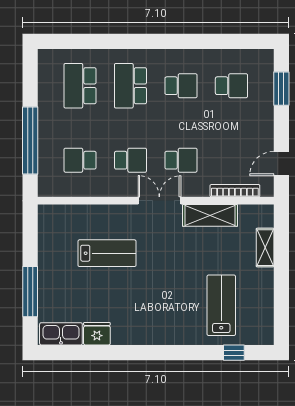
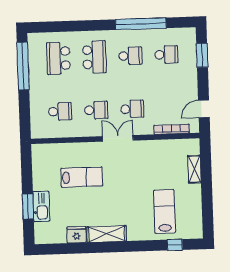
window: (197, 41) -> (141, 24), added
school desk: (130, 86) -> (94, 57), turned 180
window: (30, 140) -> (23, 66), moved
school desk: (80, 160) -> (60, 111), turned 180
shelving: (210, 215) -> (107, 234), moved
window: (30, 292) -> (28, 206), width x0.69
kitchen sink: (61, 334) -> (41, 206), moved, turned 90

